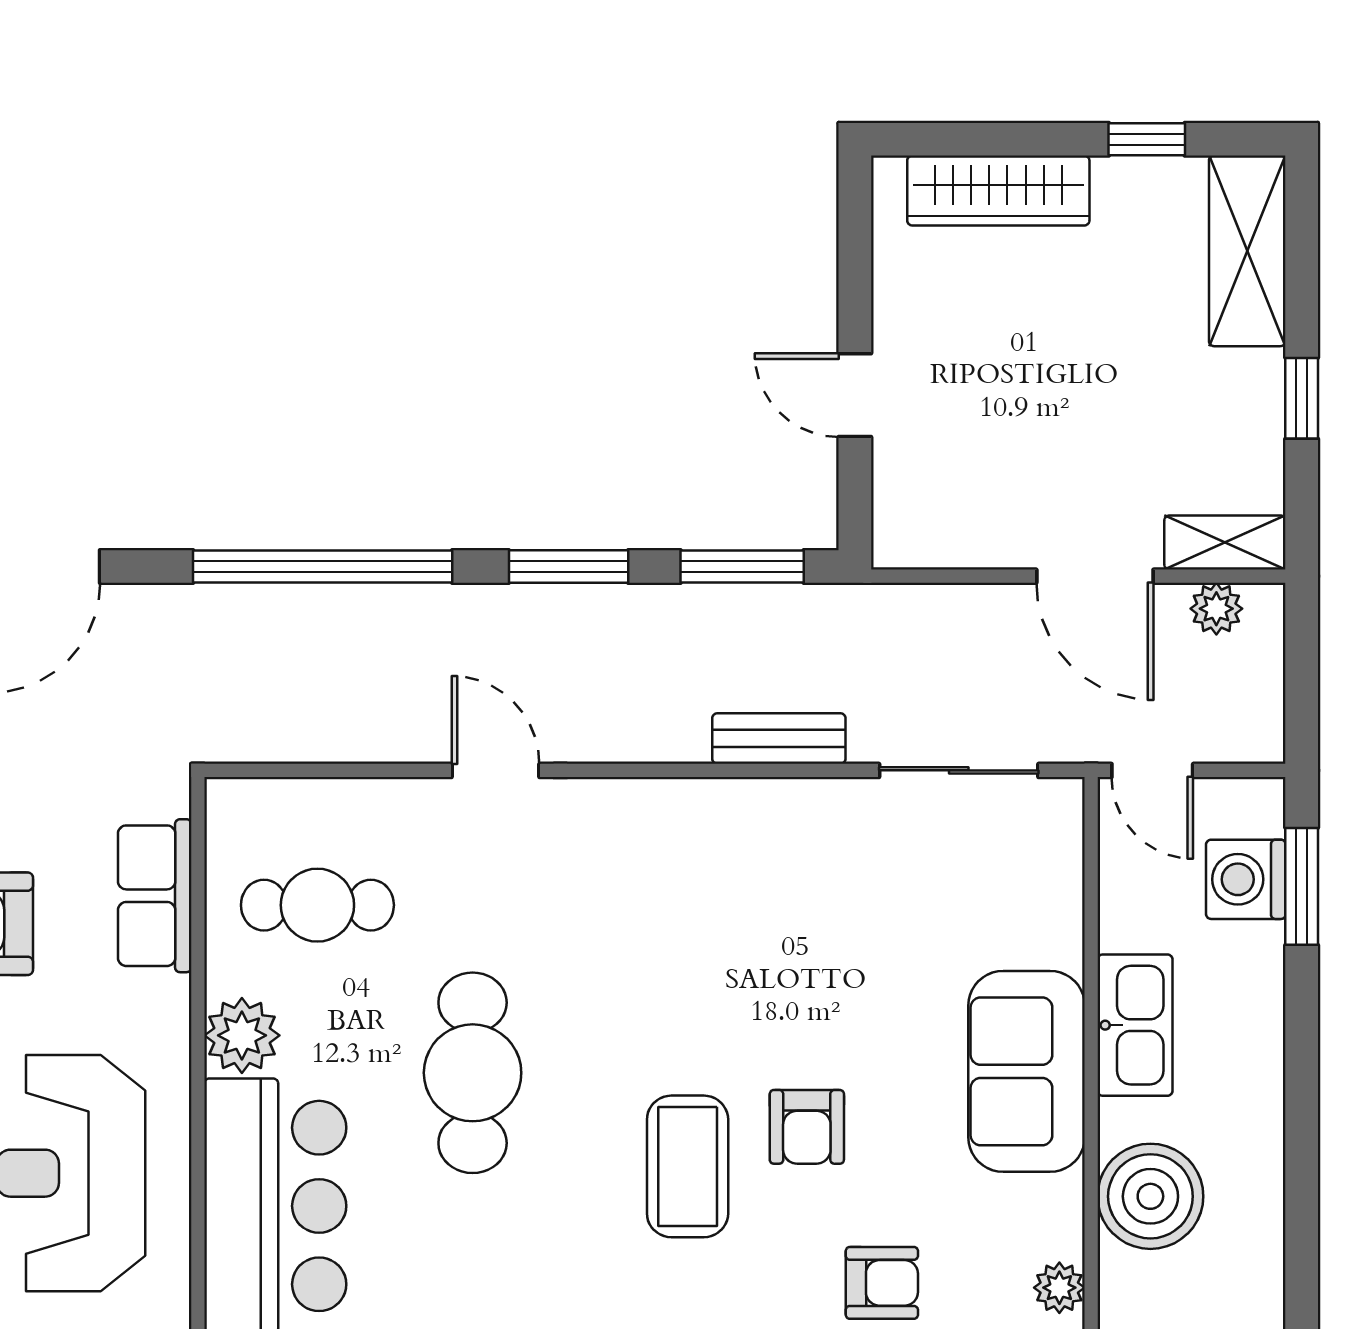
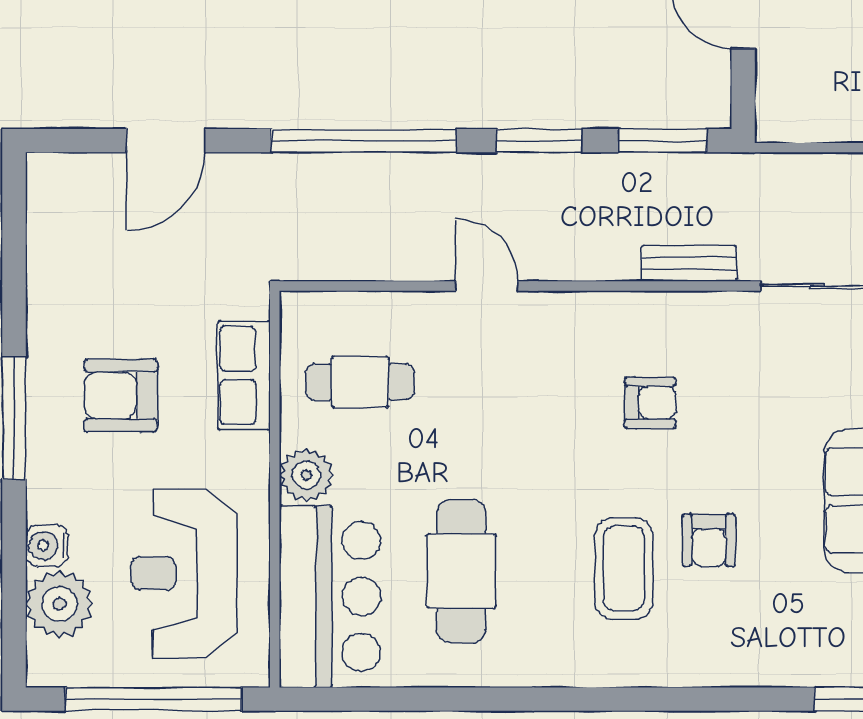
cafe table: (473, 1073) -> (461, 571), moved
armchair: (882, 1283) -> (650, 403), moved

